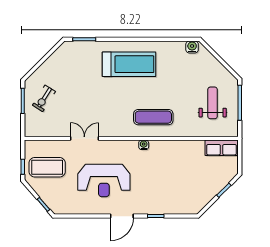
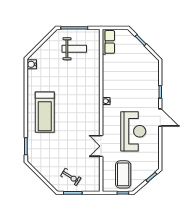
treadmill: (129, 64) -> (45, 112), turned 180
weight bench: (213, 103) -> (74, 49), turned 180
exercise mat: (153, 117) -> (85, 94), removed

